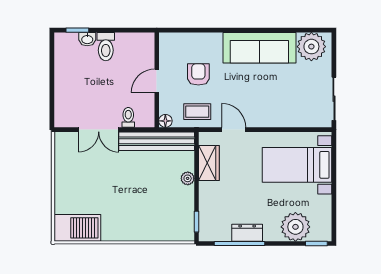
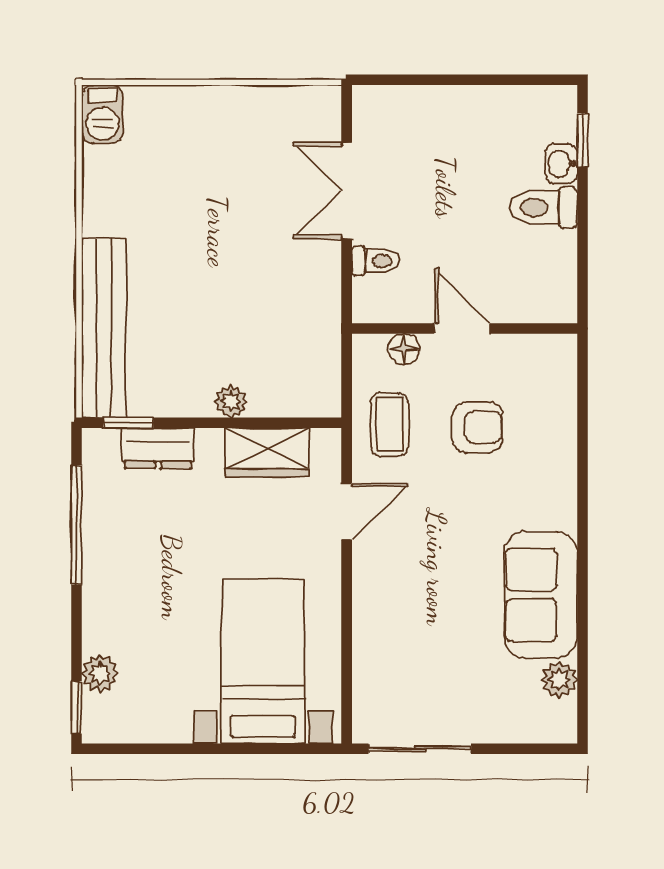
plant: (311, 47) -> (559, 680), width x0.53, depth x0.53
sofa: (259, 48) -> (541, 595), width x0.73
floor lamp: (165, 121) -> (404, 349), moved
bench: (157, 141) -> (104, 328), moved
plant: (295, 227) -> (100, 673), width x0.53, depth x0.53
barbecue: (77, 228) -> (102, 114), width x0.53, depth x0.65
dresser: (247, 233) -> (158, 448), moved, turned 90

